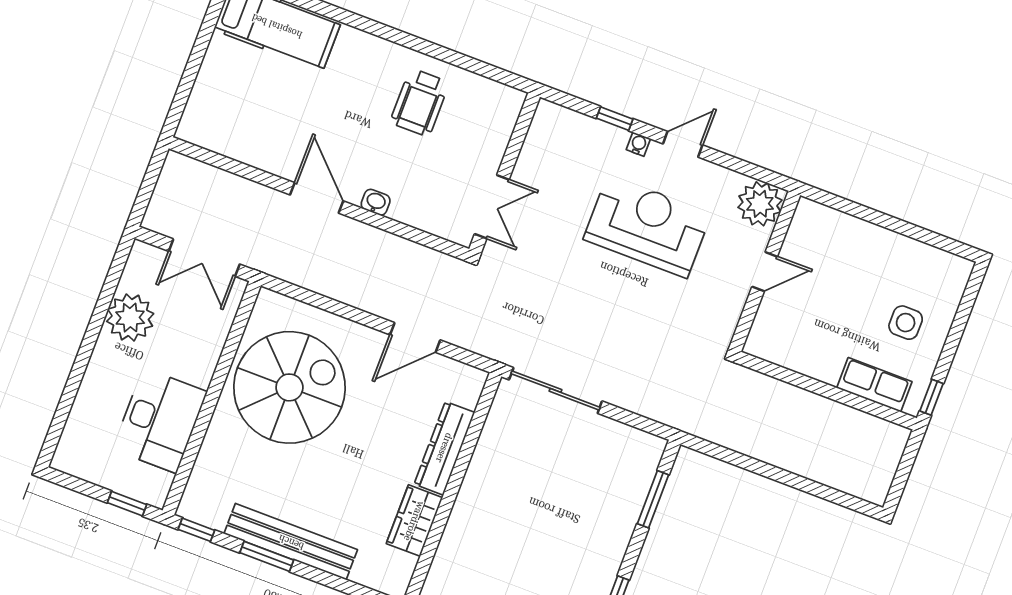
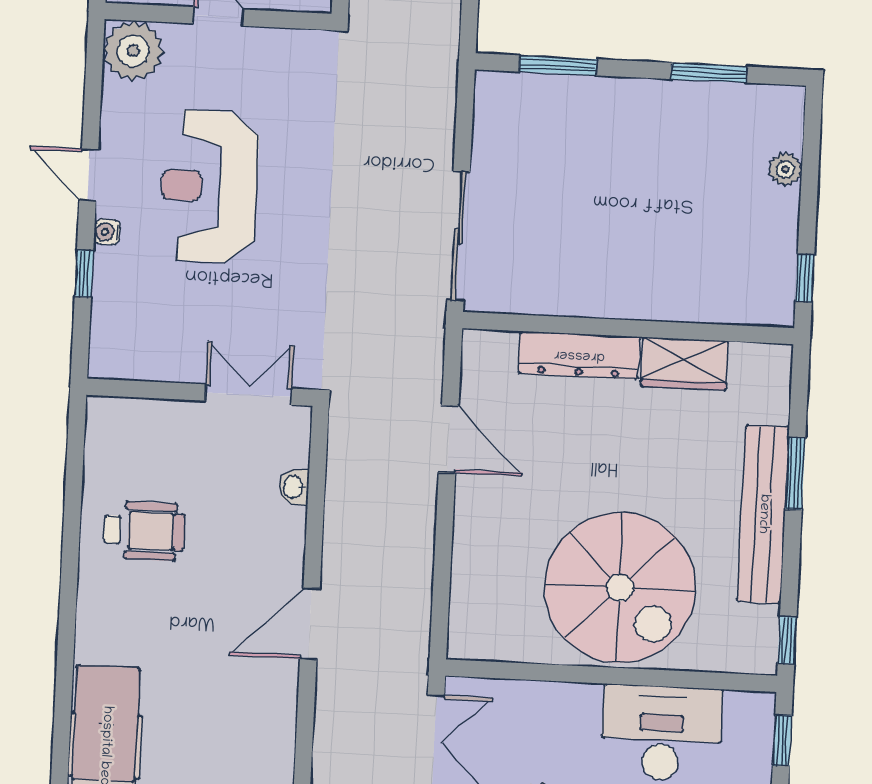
washbasin: (376, 202) -> (294, 487), moved
spiral stairs: (289, 387) -> (620, 588), moved, turned 180
window: (267, 556) -> (795, 473), moved

